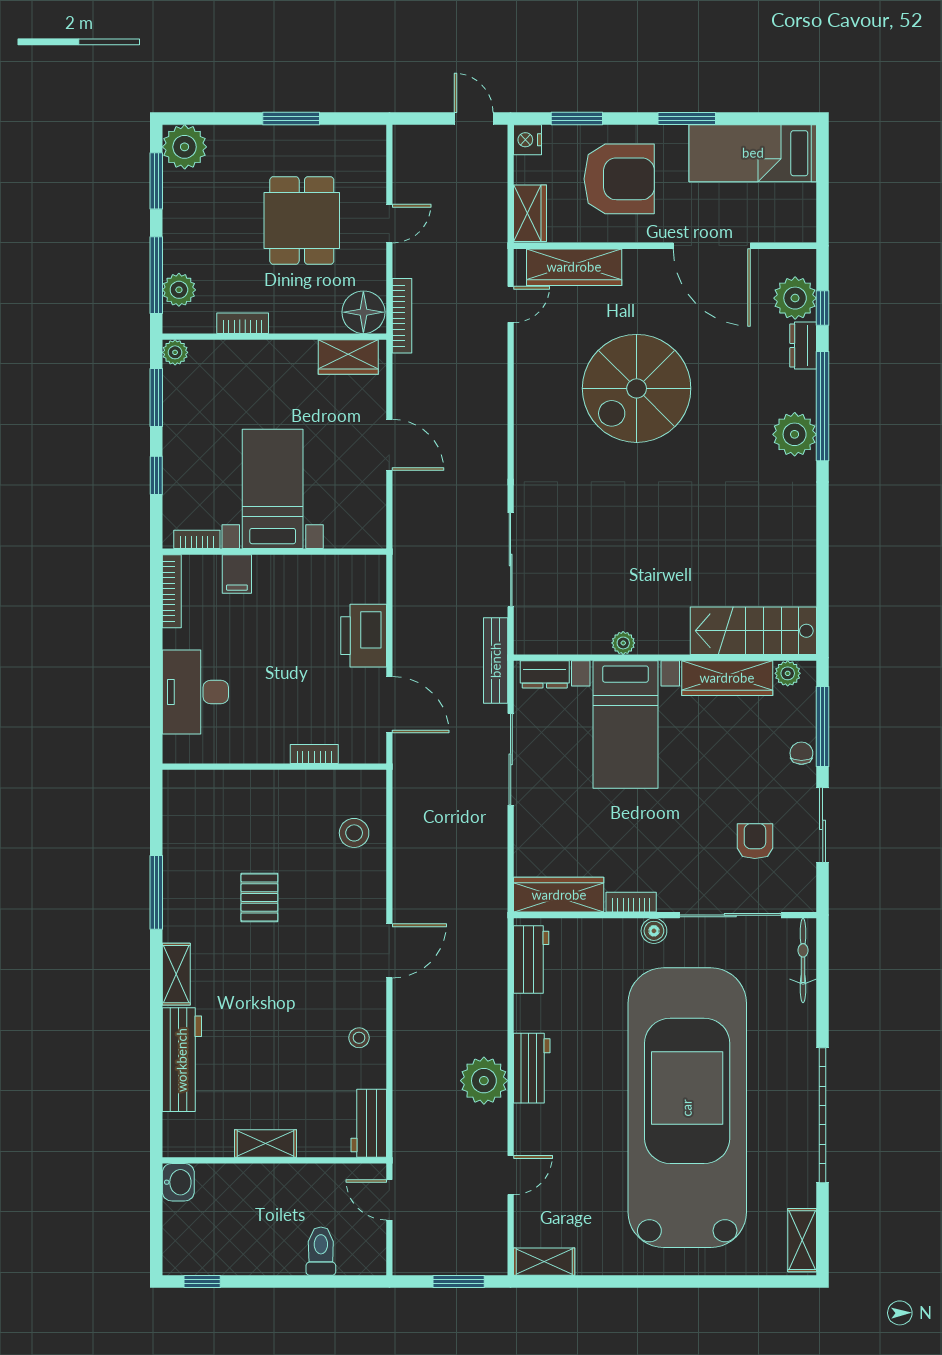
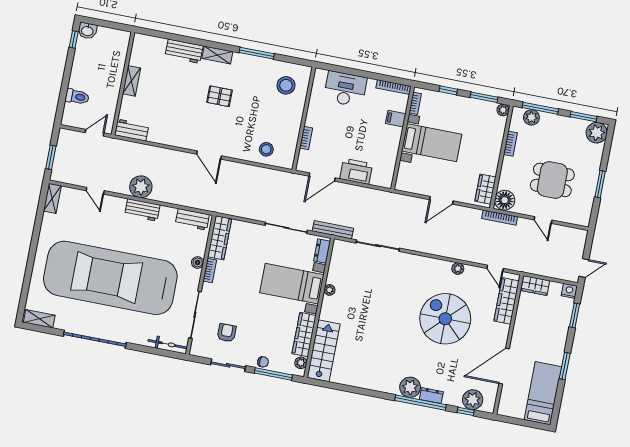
armchair: (619, 179) -> (543, 329), removed
dresser: (803, 346) -> (431, 396), moved
plant: (526, 383) -> (458, 269), added
armchair: (755, 841) -> (227, 333), turned -90
pallet: (259, 897) -> (220, 96), moved
boiler: (654, 931) -> (198, 262), moved
stool: (359, 1038) -> (286, 85), moved, width x1.89, depth x1.89
workbench: (182, 1060) -> (184, 51), width x0.73
car: (687, 1108) -> (110, 278), turned 180
washbasin: (178, 1182) -> (87, 31), moved

